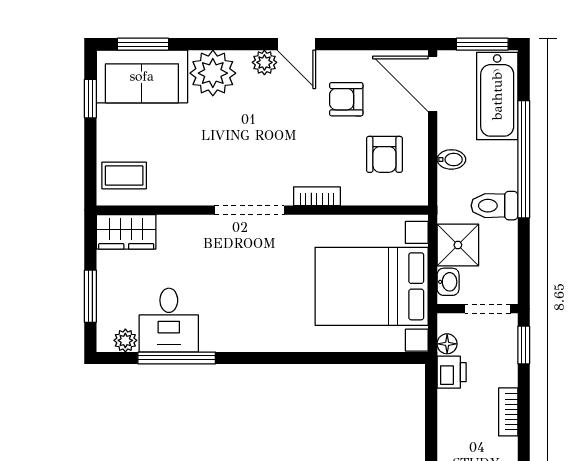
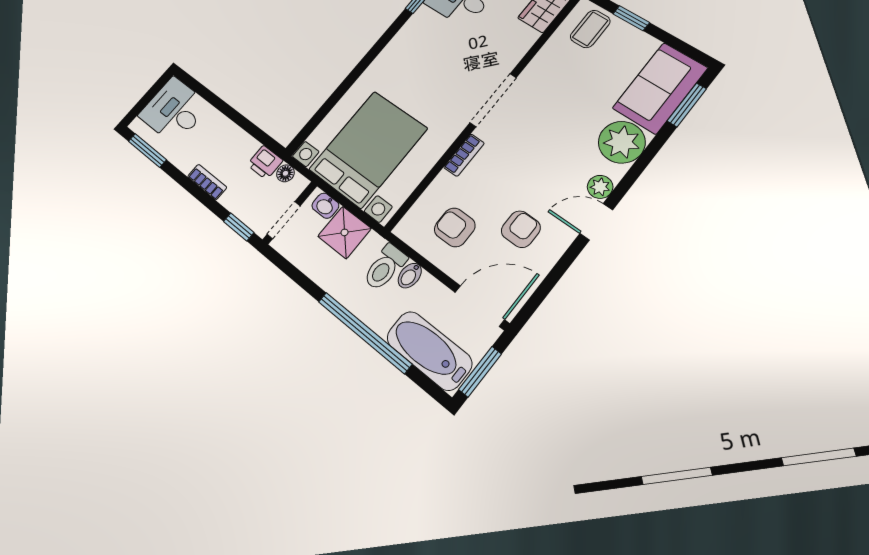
window: (90, 99) -> (631, 18), moved
toilet: (494, 206) -> (385, 267), moved, turned 180

